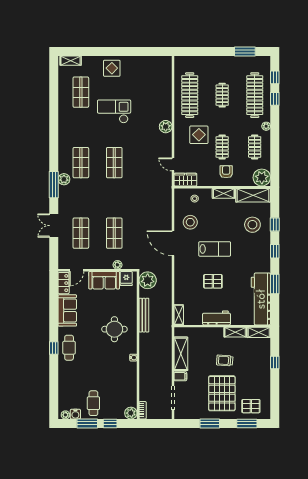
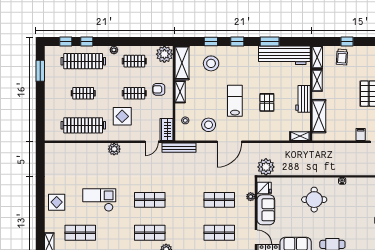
checkout: (114, 111) -> (99, 200), turned 90
bench: (144, 315) -> (179, 148), moved
shelving: (181, 354) -> (319, 116), moved, turned 90
trolley: (225, 360) -> (342, 57), moved

